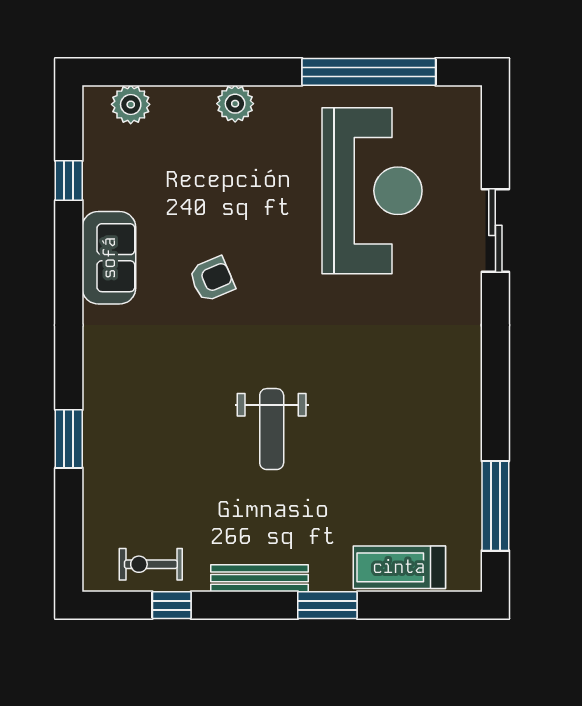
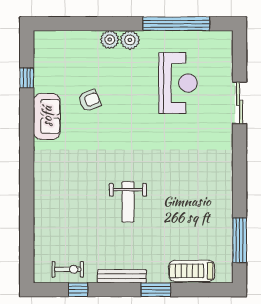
plant: (131, 104) -> (130, 40), moved
reception desk: (372, 191) -> (178, 83), width x0.74, depth x0.77
armchair: (212, 279) -> (90, 100), moved
window: (69, 439) -> (27, 207), removed
exercise bike: (151, 564) -> (68, 269), turned 180

